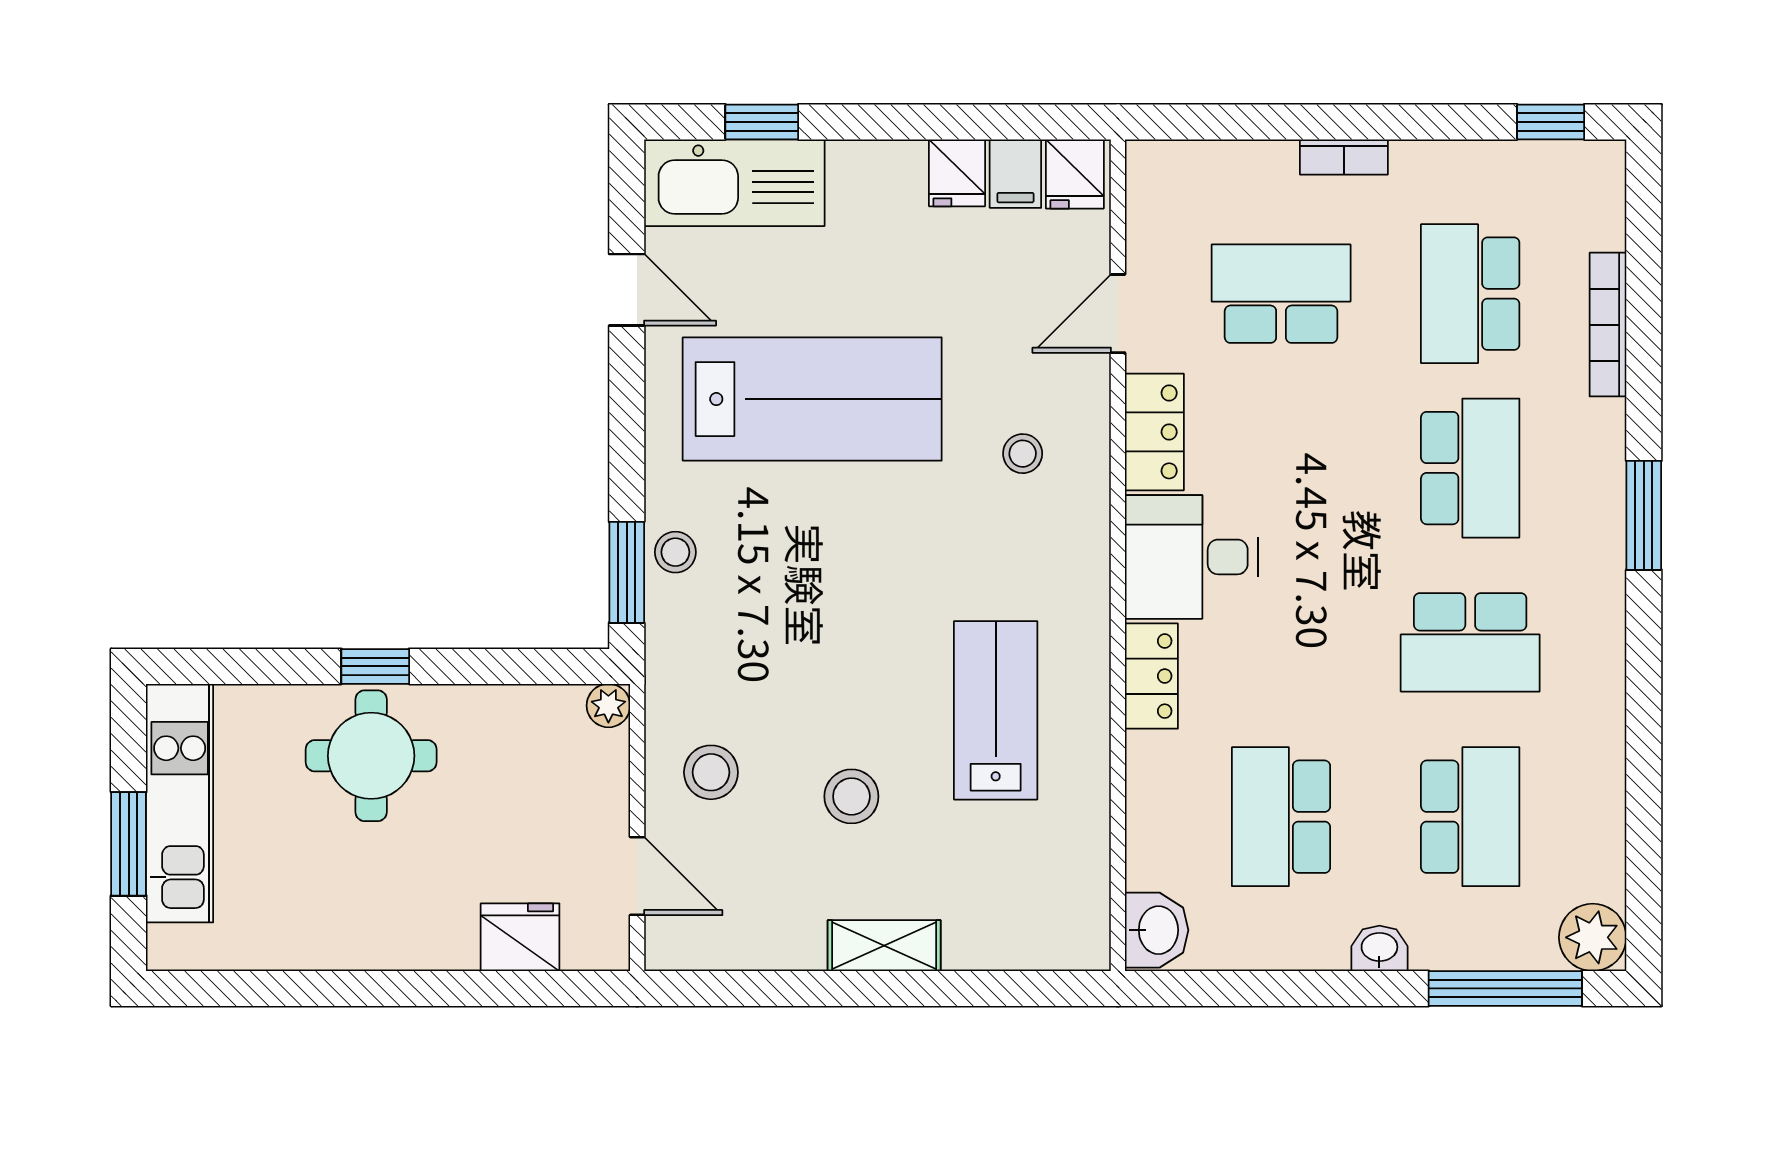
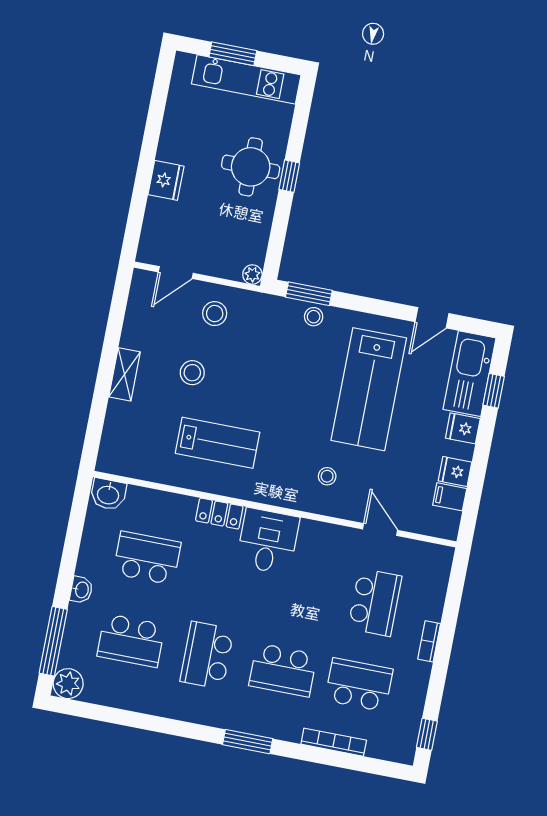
fridge: (1075, 174) -> (463, 428), moved
locker: (1154, 432) -> (325, 535), removed
fridge: (520, 937) -> (166, 180), moved

